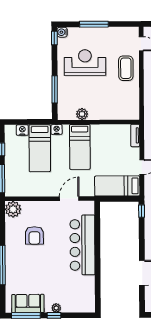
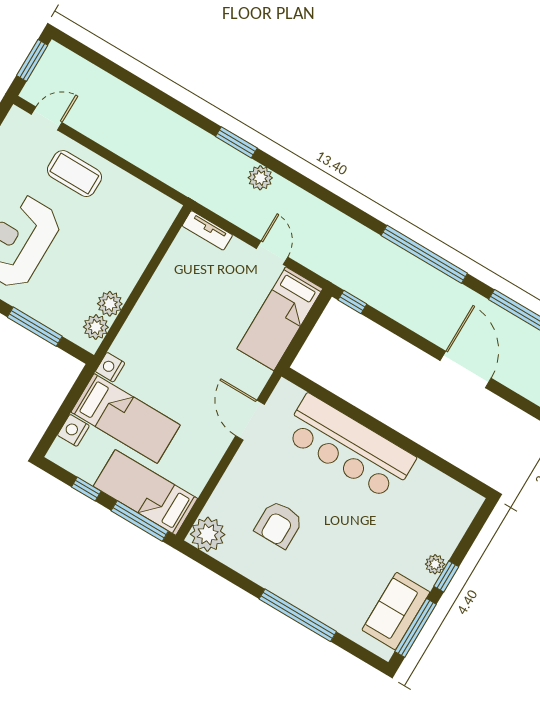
plant: (69, 114) -> (96, 327), added
bed: (80, 147) -> (145, 492), moved, turned 180
armchair: (34, 235) -> (279, 524), turned 90

